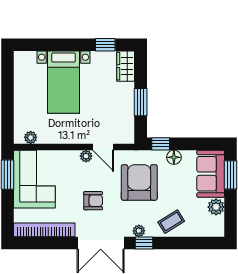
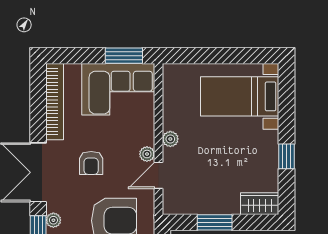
window: (105, 45) -> (287, 156), moved
bed with nightstands: (64, 82) -> (240, 96), moved
plant: (31, 137) -> (170, 139), moved

